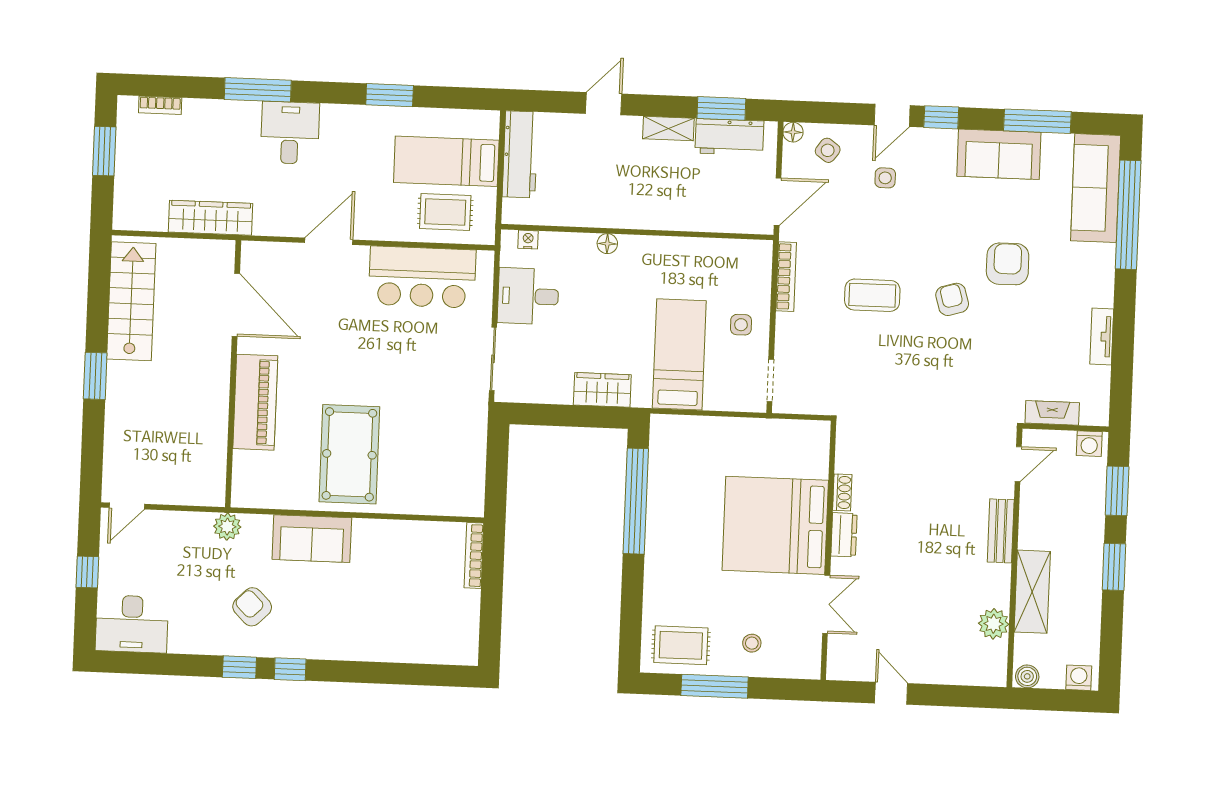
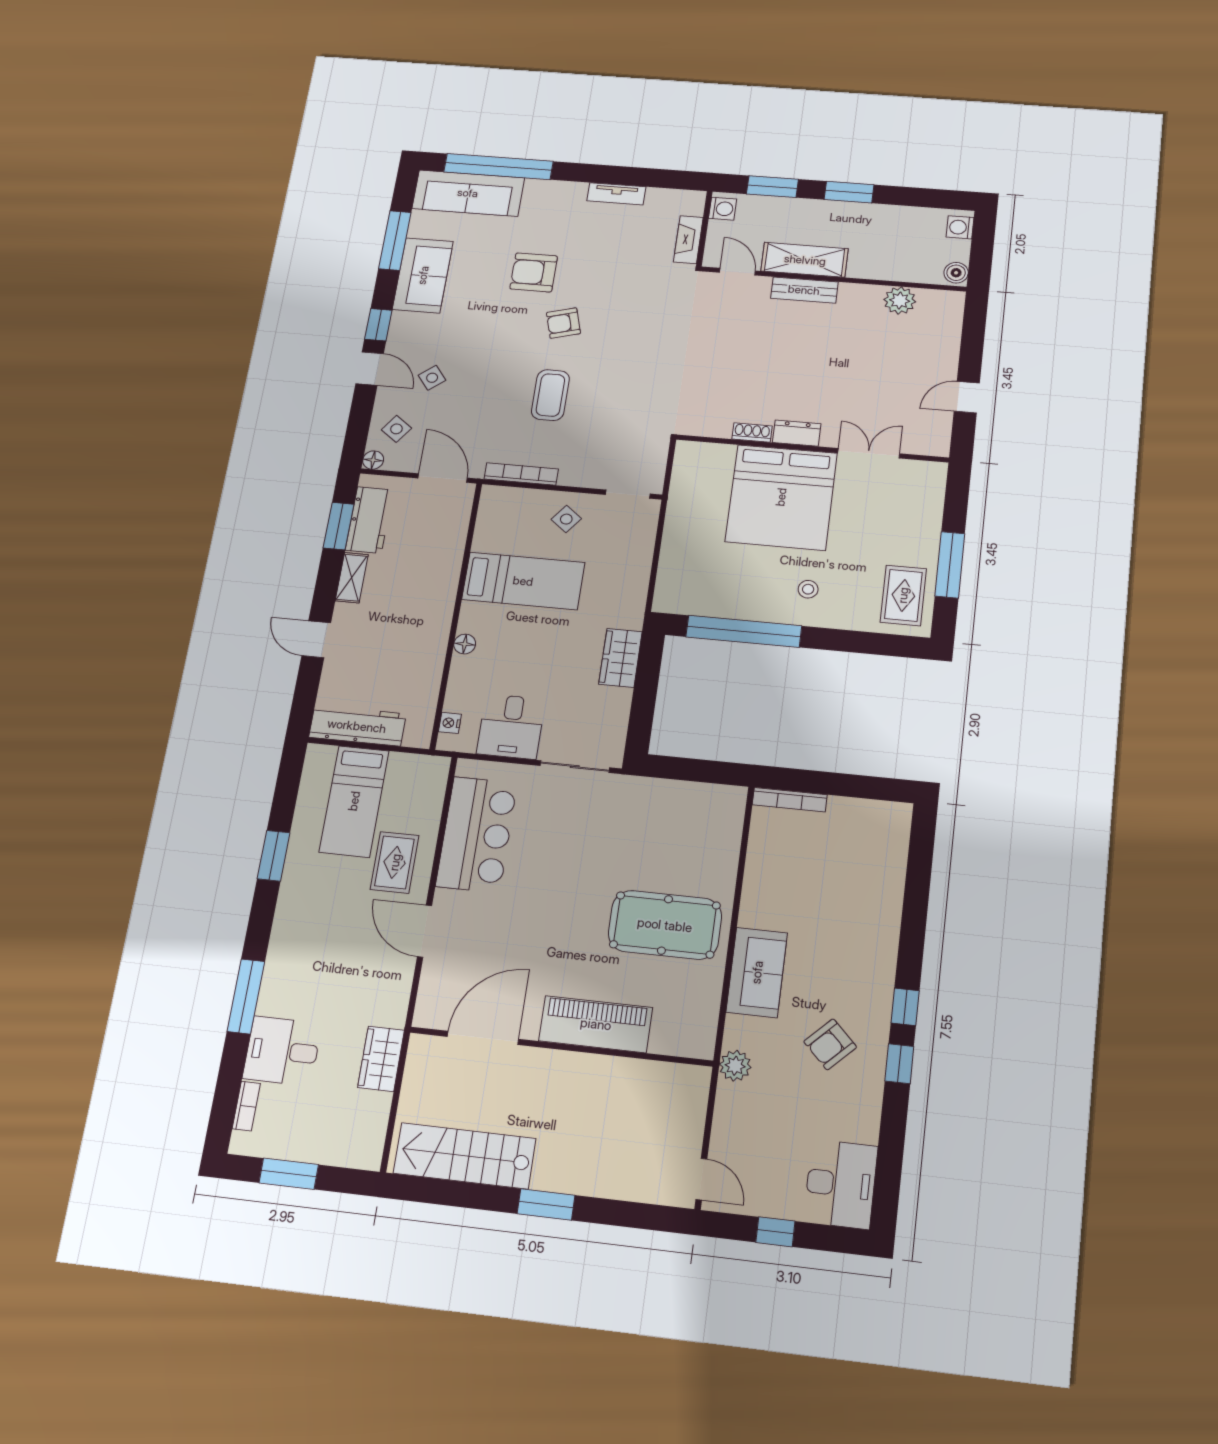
desk: (290, 133) -> (282, 1051), moved
side table: (885, 178) -> (432, 378), turned -38
rug: (445, 212) -> (395, 862), moved
wardrobe: (211, 218) -> (381, 1059), width x0.67
side table: (741, 325) -> (566, 519), turned 38
bed: (679, 354) -> (523, 581), moved, turned 180
shelving: (1032, 592) -> (805, 260), moved
stool: (752, 643) -> (808, 589), moved

